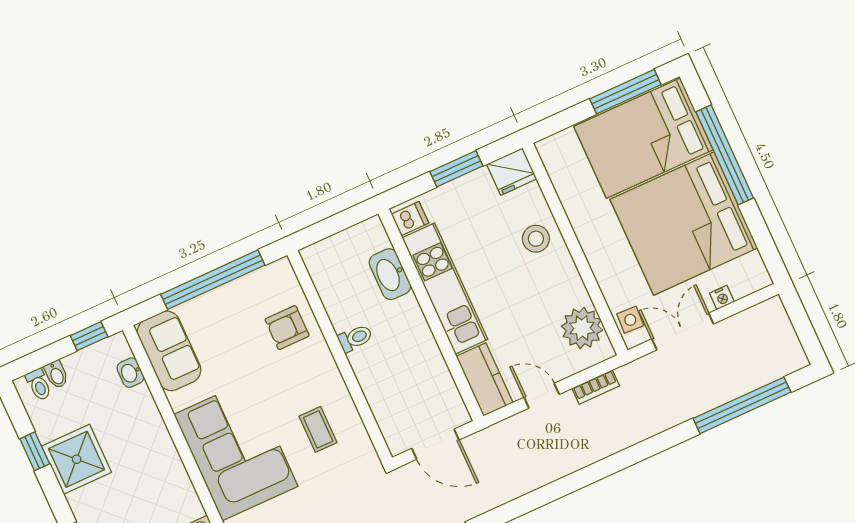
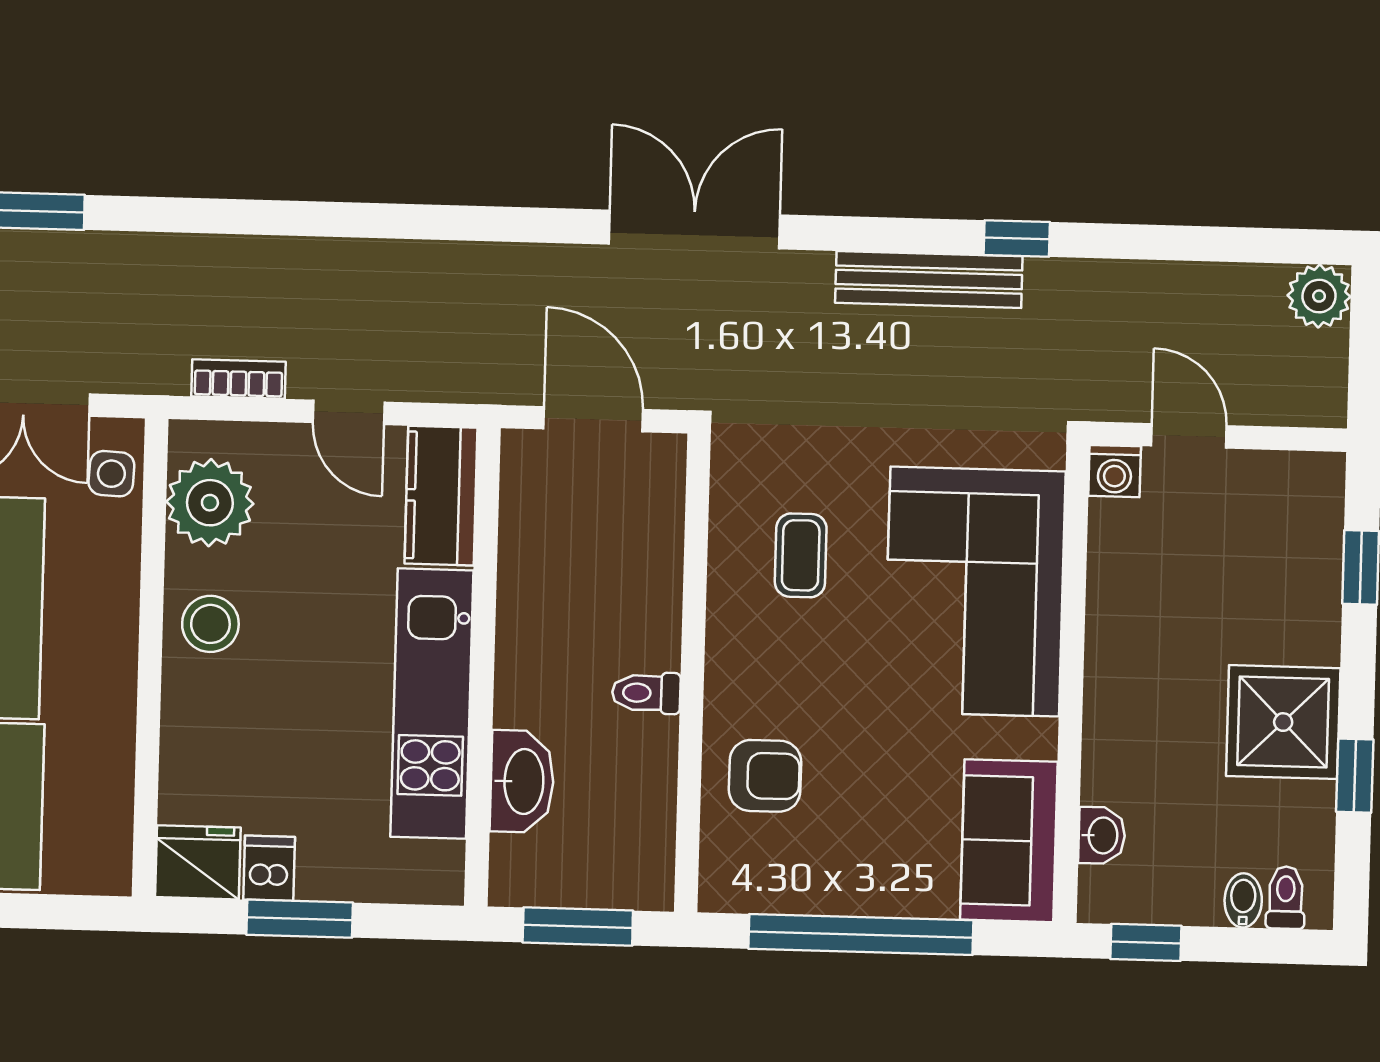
dishwasher: (410, 219) -> (269, 868), moved, turned 90
window: (336, 224) -> (578, 926), added
stool: (536, 239) -> (210, 624), moved

